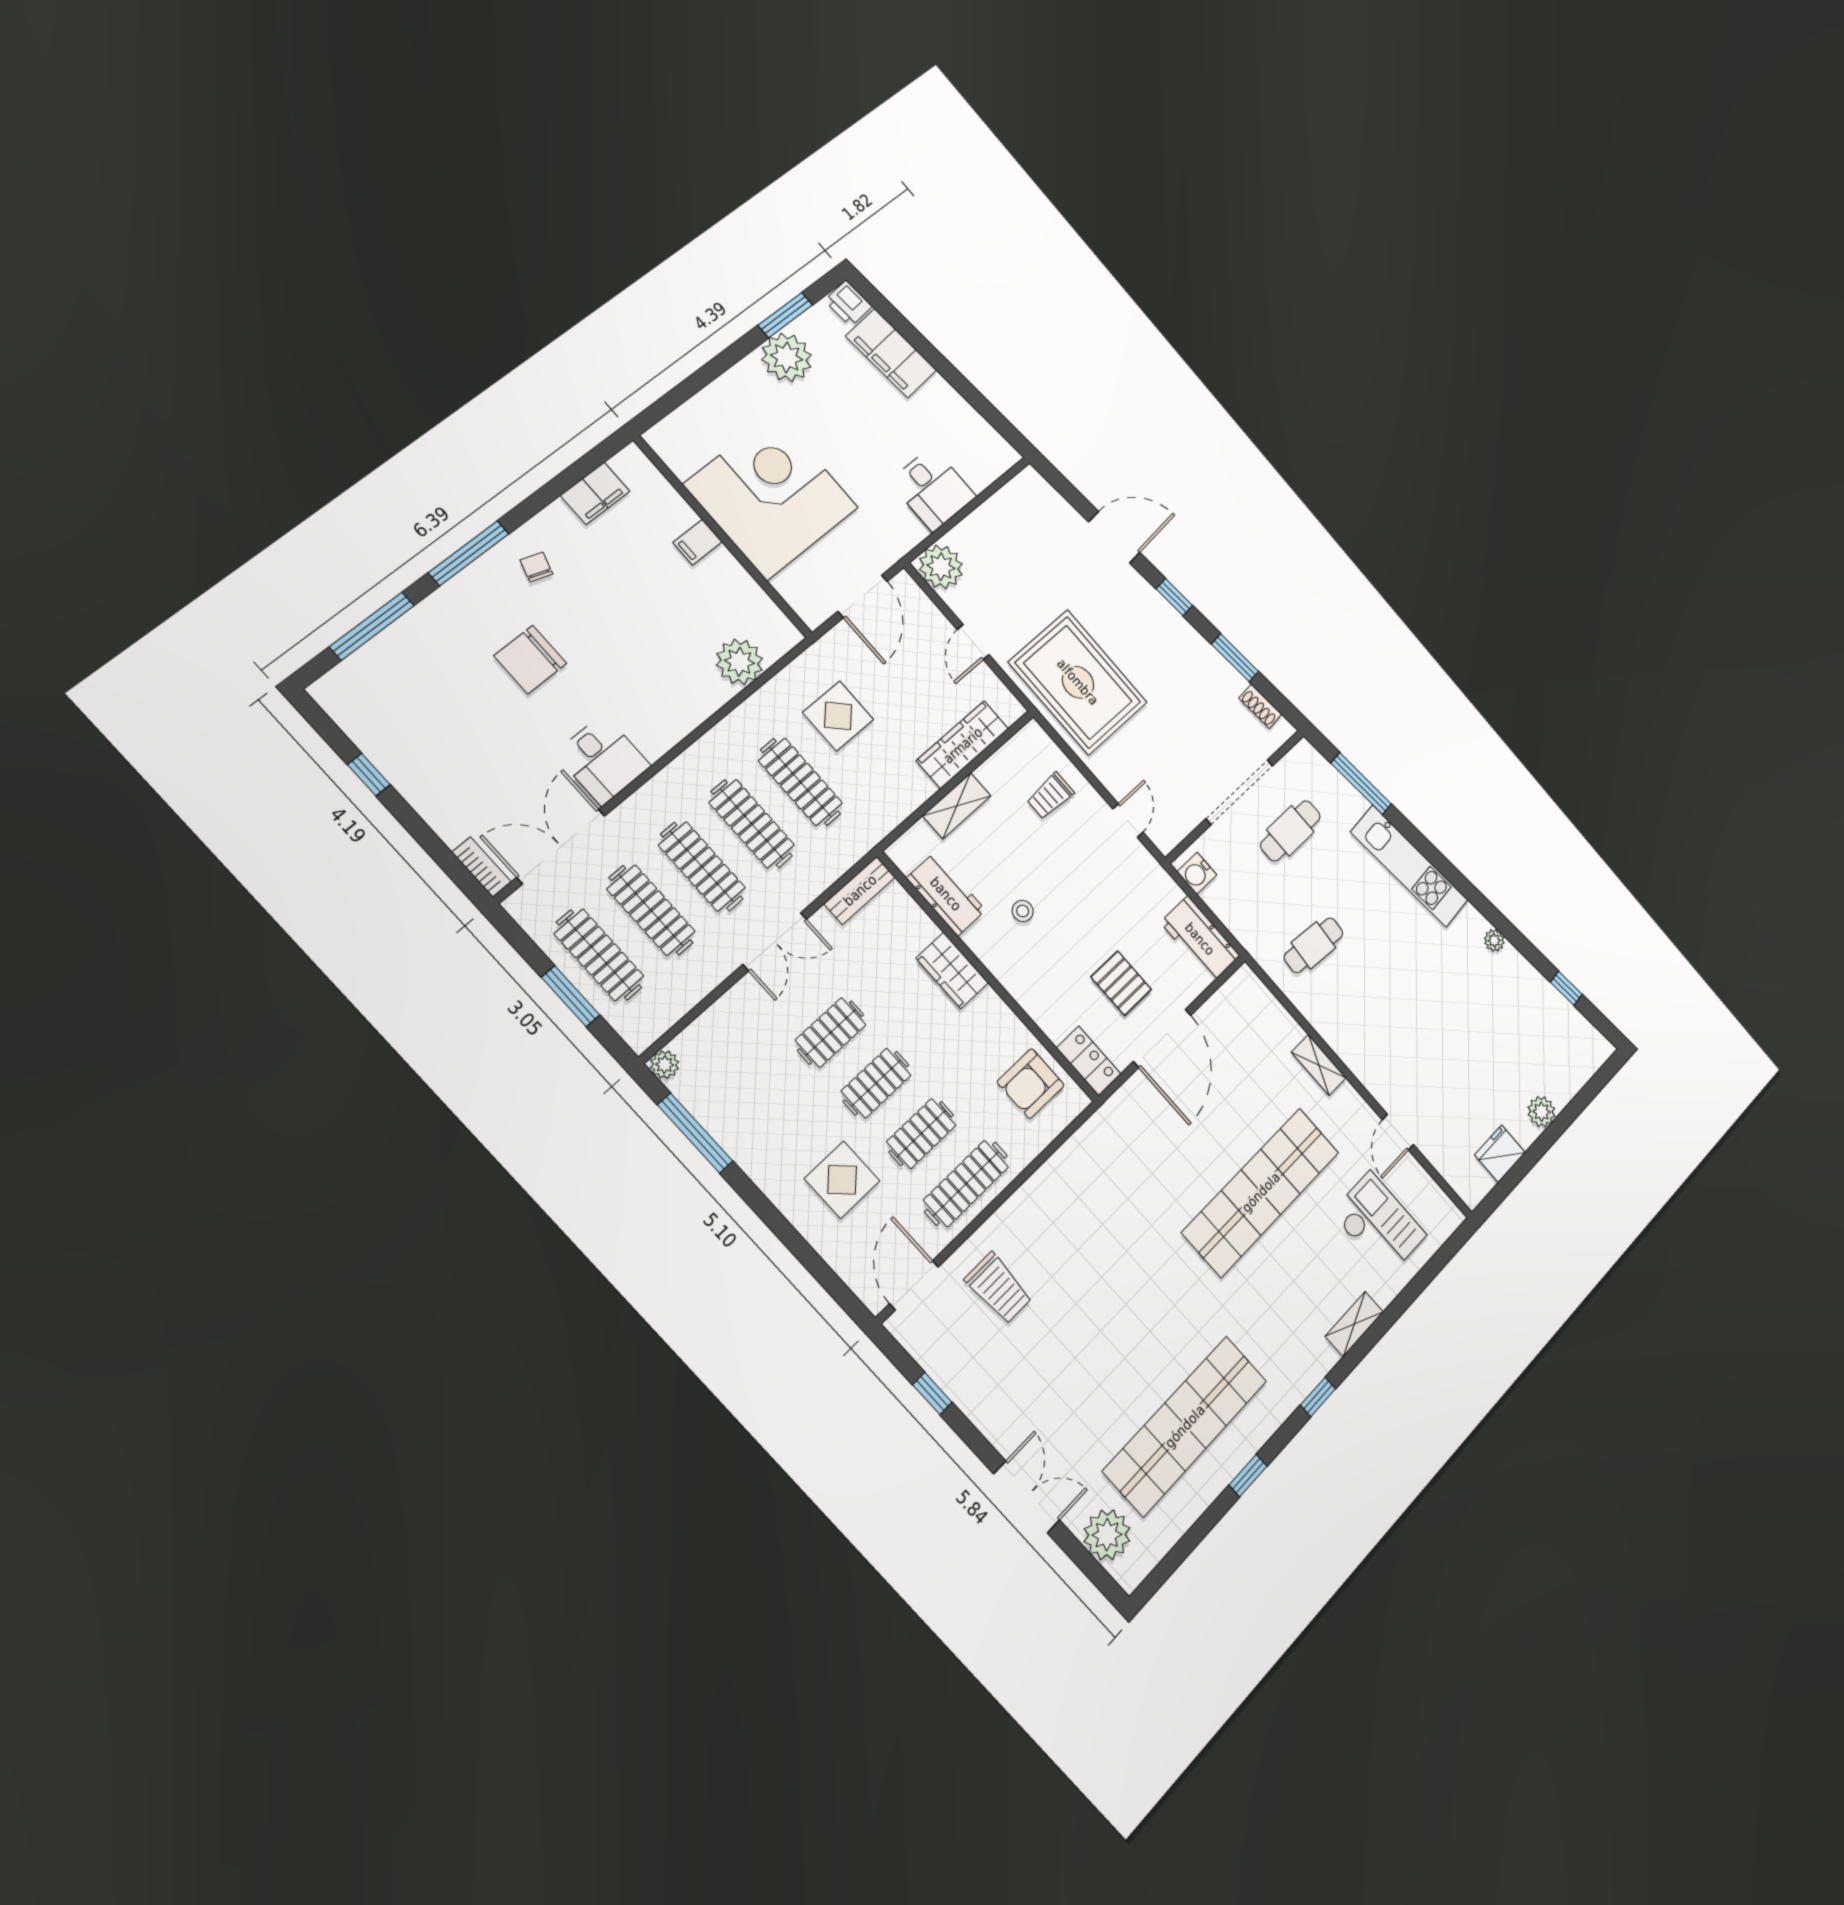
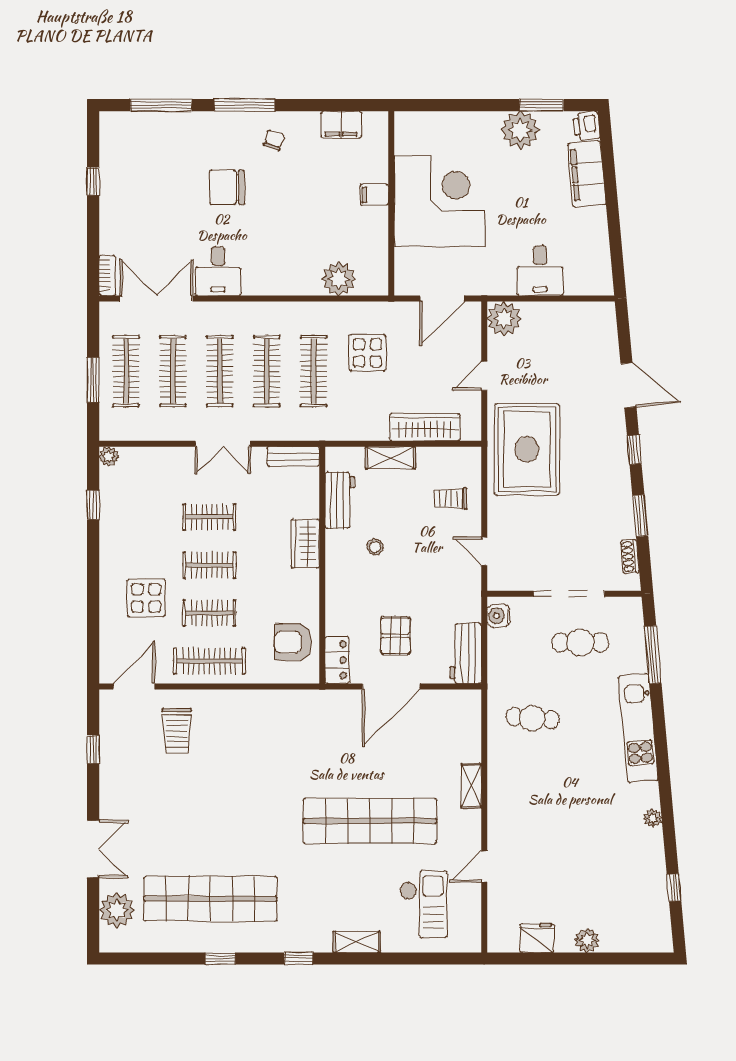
door: (1128, 821) -> (484, 551), swing flipped
window: (695, 1133) -> (93, 505), width x0.46

